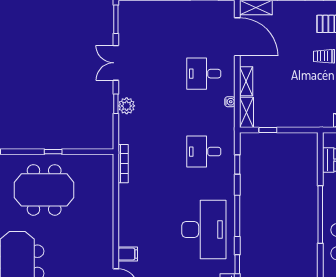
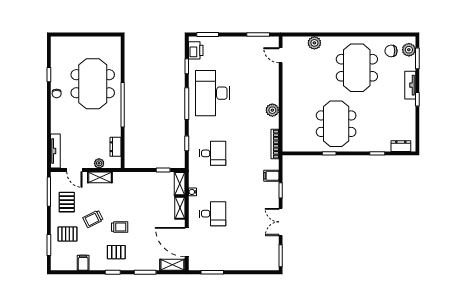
double door: (116, 63) -> (281, 222), swing flipped
plant: (127, 106) -> (272, 110), moved
meeting table: (44, 190) -> (336, 124), turned 90
filing cabinet: (128, 254) -> (271, 176), moved

